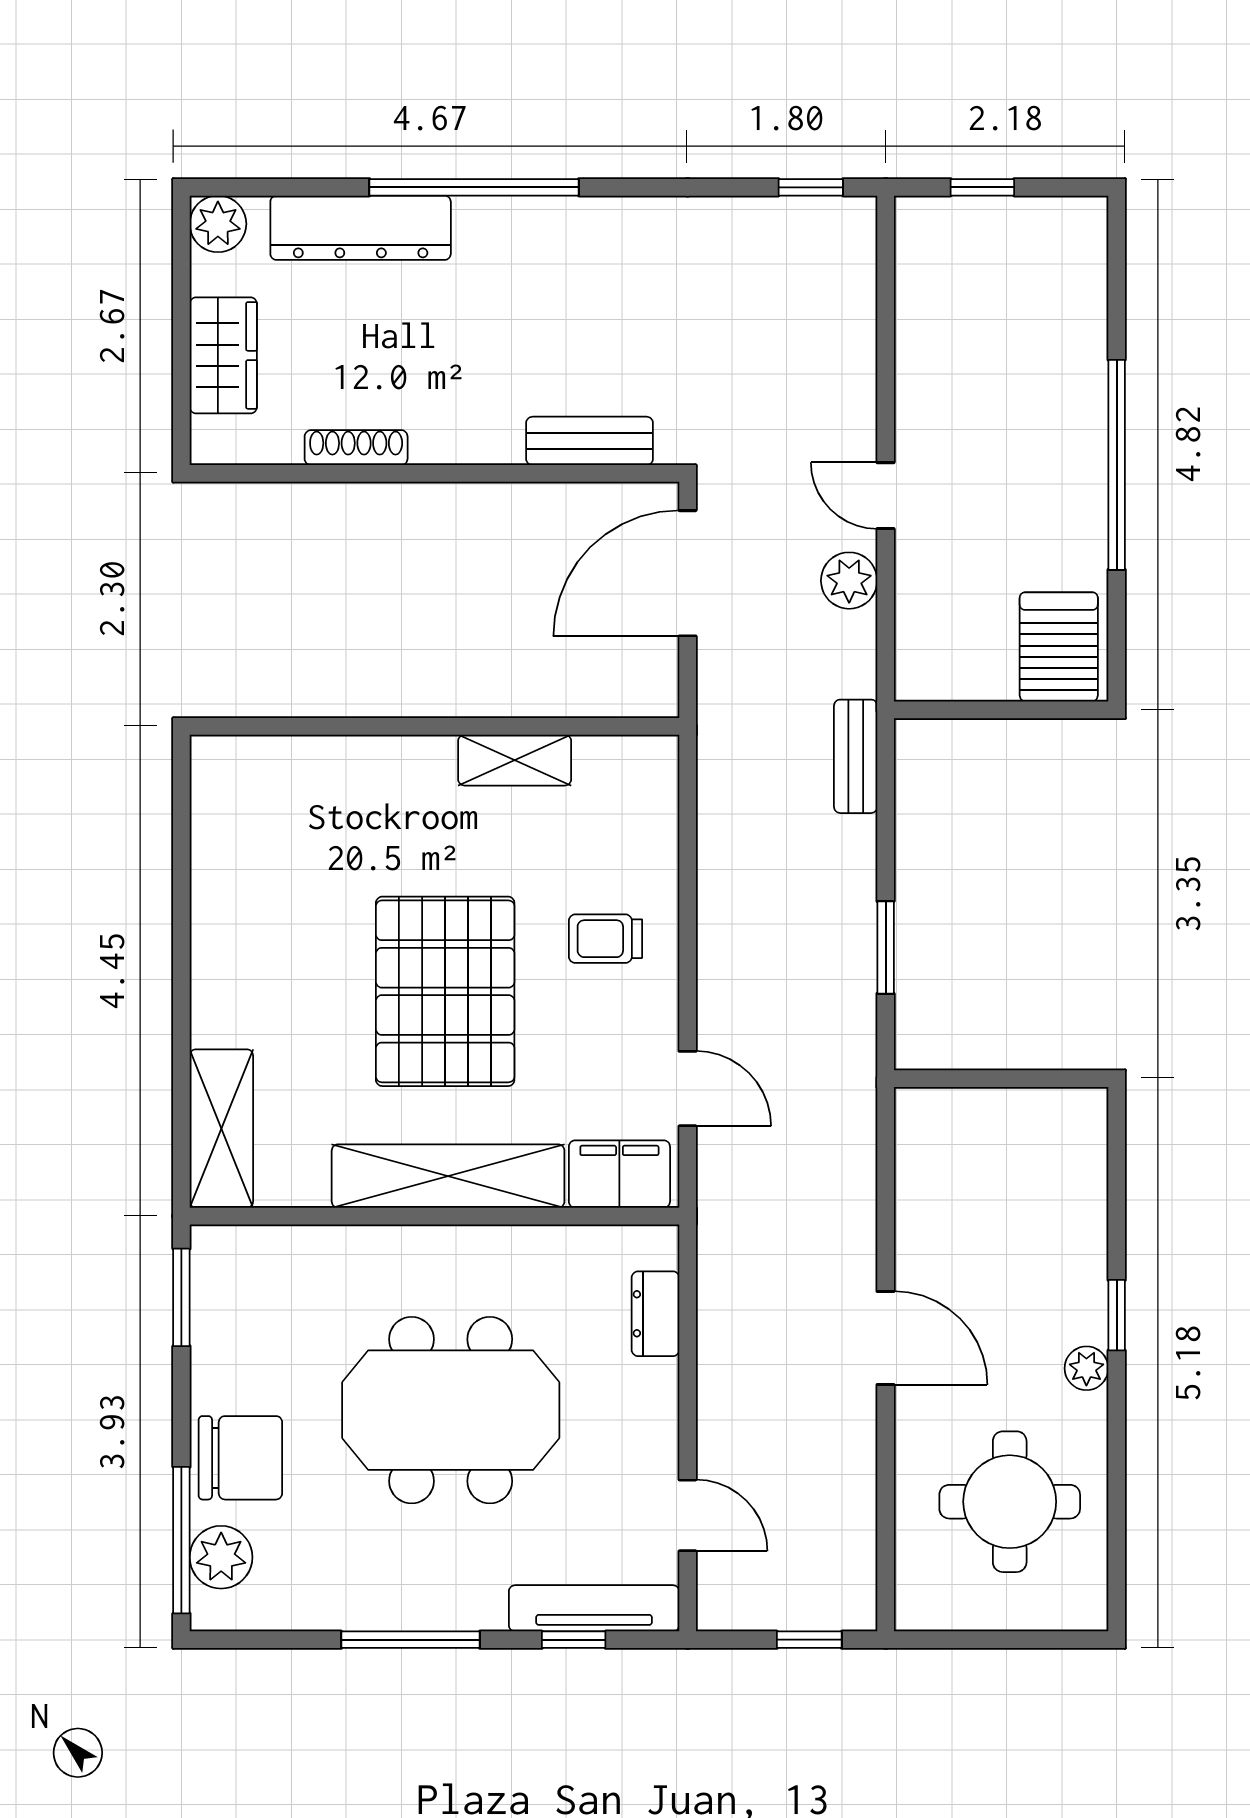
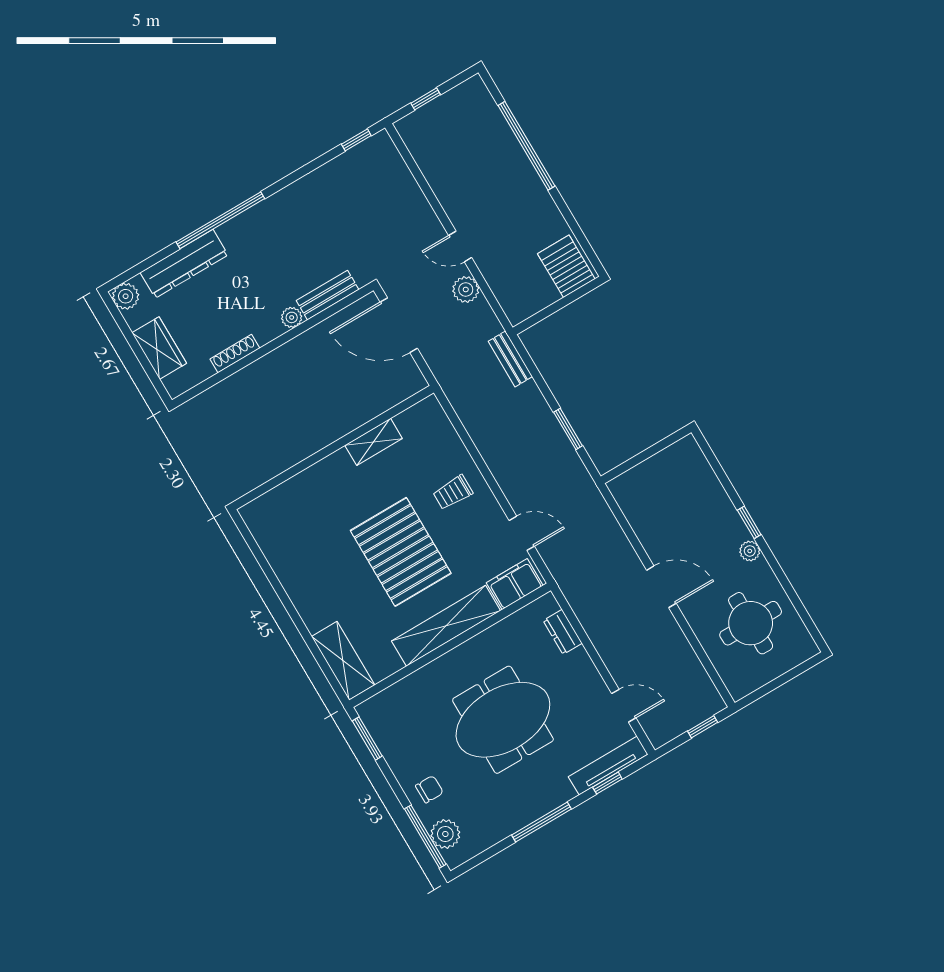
plant: (500, 443) -> (292, 317), added
window: (1117, 465) -> (526, 146), moved
door: (688, 573) -> (399, 325), hinge flipped
chair: (240, 1458) -> (429, 789), width x0.54, depth x0.54

